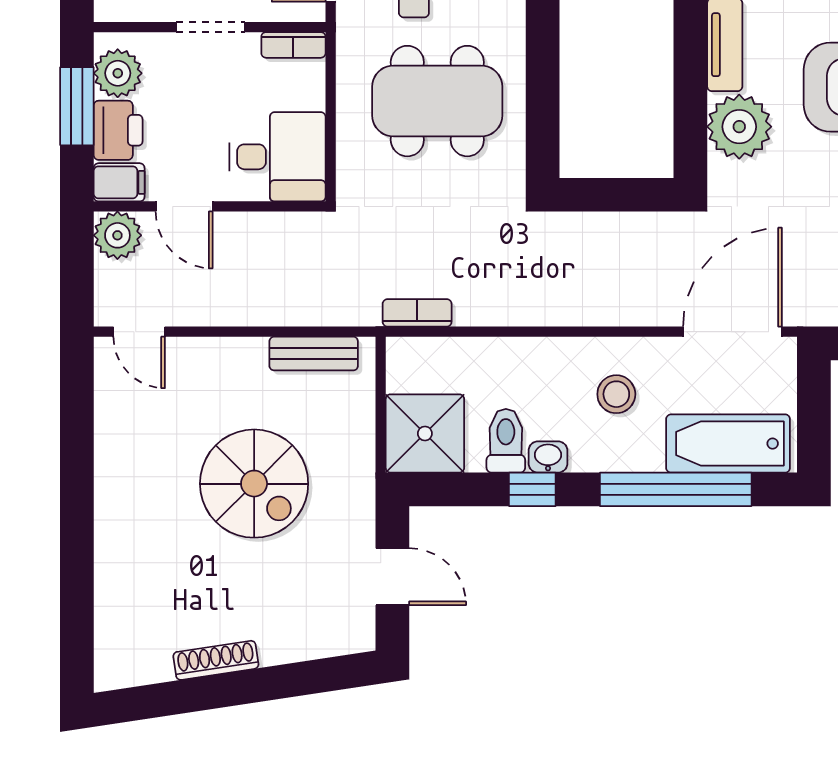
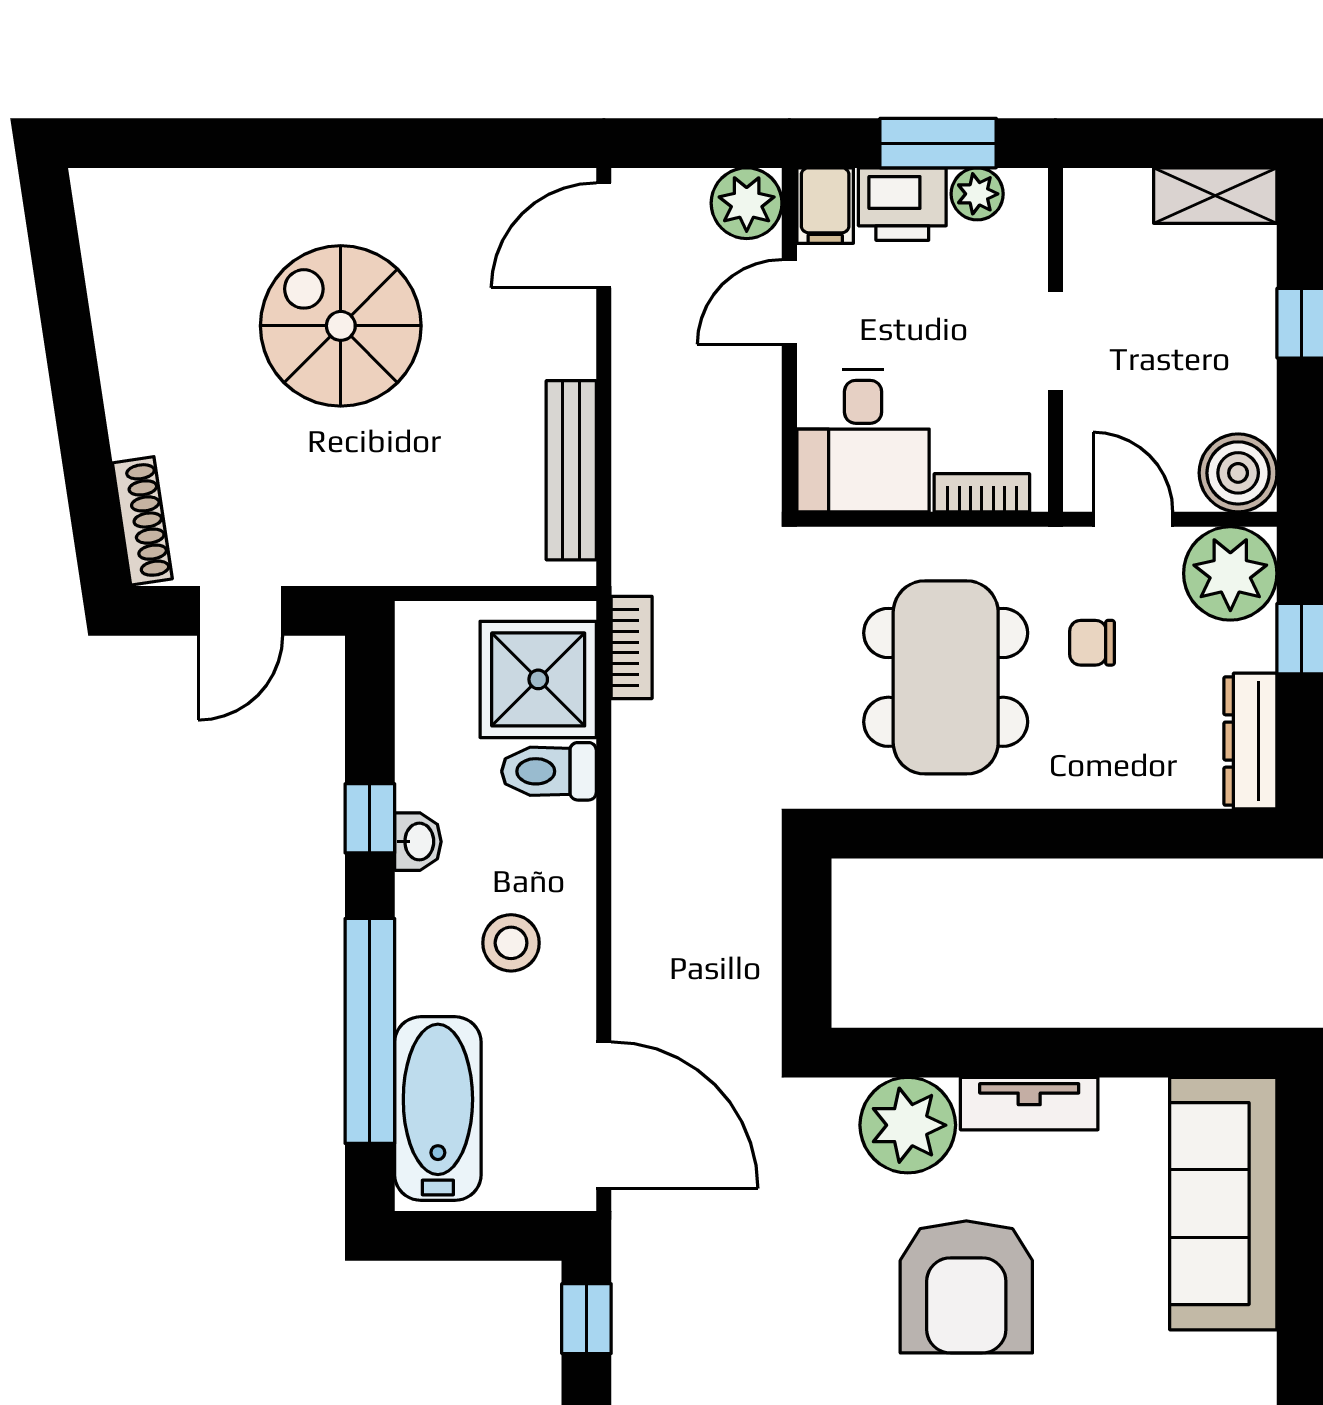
bookcase: (293, 45) -> (982, 493), moved, turned 90
plant: (118, 73) -> (977, 194), width x0.73, depth x0.73
door: (139, 332) -> (604, 235), width x1.38
bench: (314, 354) -> (571, 470), width x1.36
shower: (425, 433) -> (538, 679), moved
toilet: (506, 441) -> (549, 771), moved, turned 180
spiral stairs: (254, 484) -> (341, 326), moved, turned 90
shoe rack: (216, 660) -> (142, 521), moved

